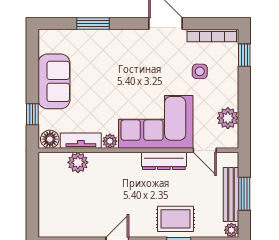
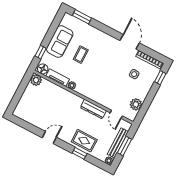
window: (93, 24) -> (82, 17), moved
coffee table: (98, 85) -> (81, 55), added
corner sofa: (156, 122) -> (99, 88), removed
plant: (78, 162) -> (36, 80), moved

